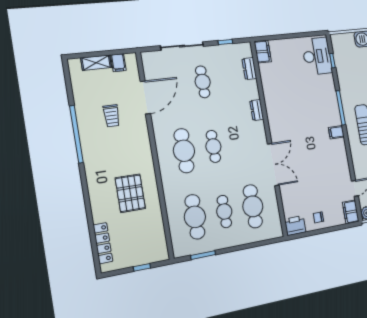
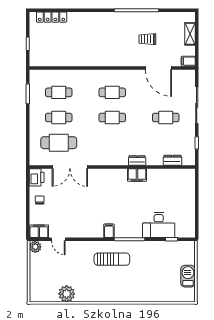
filing cabinet: (263, 52) -> (137, 175), moved
desk: (317, 56) -> (159, 225), moved
filing cabinet: (118, 63) -> (188, 61), moved
cafe table: (184, 151) -> (112, 92), width x0.73, depth x0.74
double door: (273, 164) -> (70, 167), moved
pallet: (130, 193) -> (86, 44), removed
cafe table: (195, 217) -> (59, 92), width x0.73, depth x0.74

